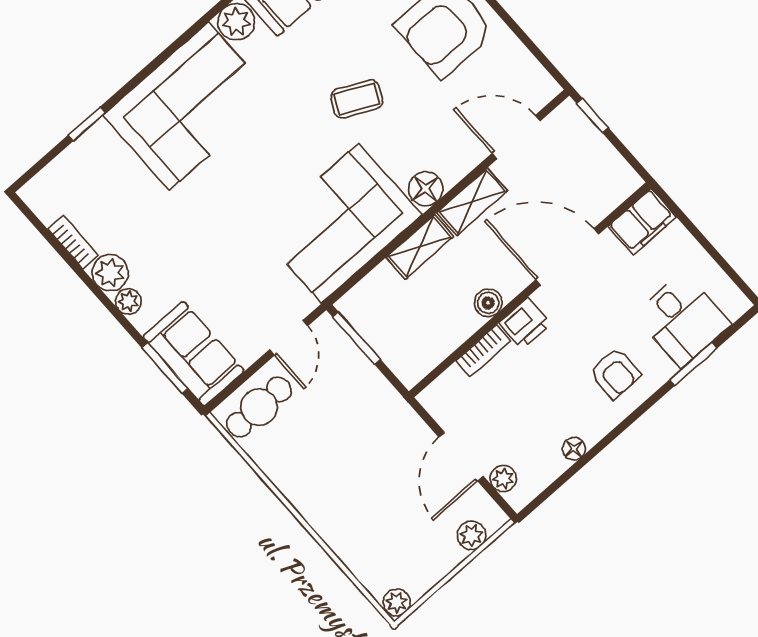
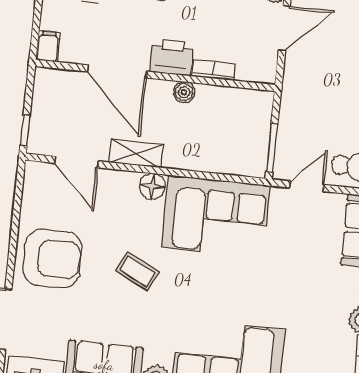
filing cabinet: (642, 222) -> (48, 46), width x0.50
shelving: (420, 247) -> (188, 159), removed
printer: (525, 323) -> (172, 57), width x1.36, depth x1.24

